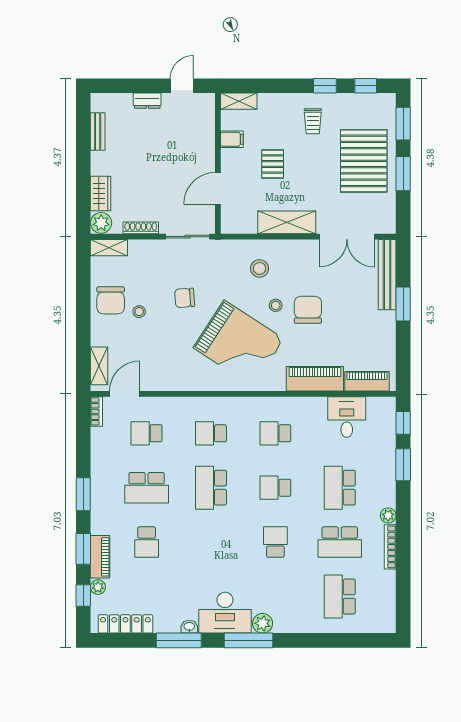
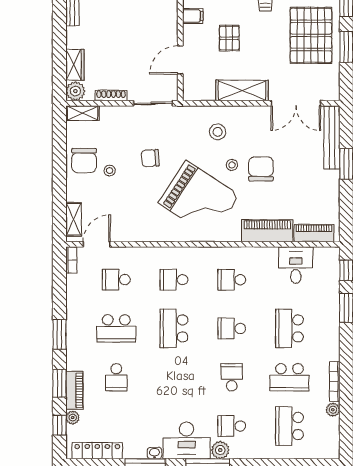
plant: (388, 515) -> (333, 410), moved
school desk: (275, 596) -> (232, 426), added

